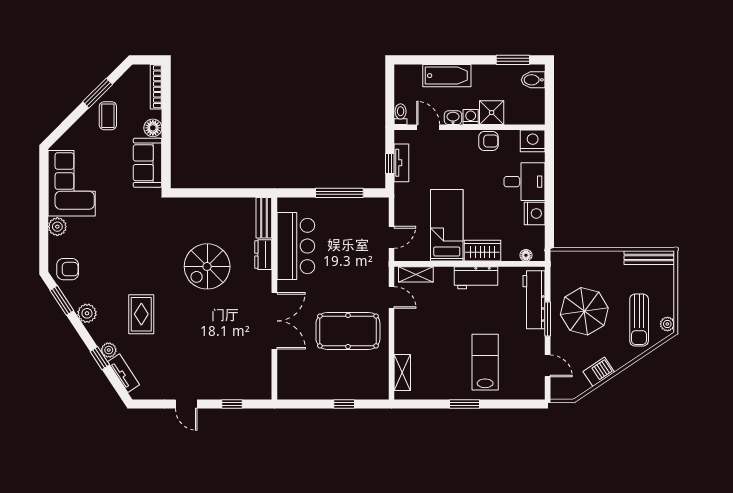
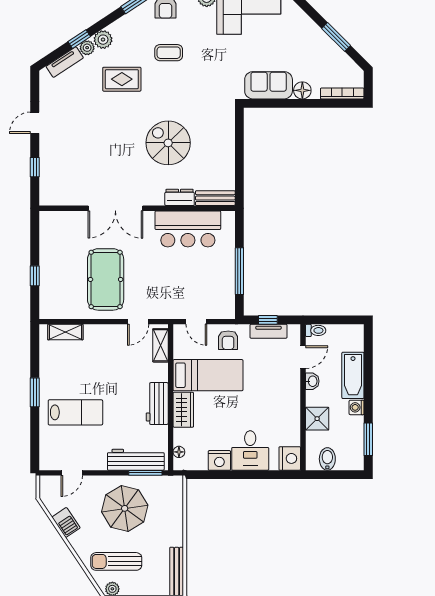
bidet: (533, 80) -> (327, 459), moved
coffee table: (108, 116) -> (169, 53), moved
washing machine: (471, 117) -> (357, 407), moved, turned 180
armchair: (488, 141) -> (228, 340), moved
plant: (87, 313) -> (103, 40), moved
window: (548, 319) -> (145, 473), moved

